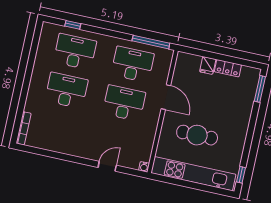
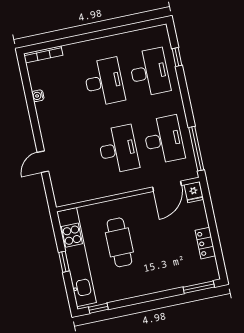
fridge: (208, 65) -> (194, 192), moved, turned -90
door: (166, 97) -> (167, 186), moved
door: (107, 166) -> (43, 162), swing flipped
water cooler: (144, 167) -> (38, 96), moved
window: (193, 185) -> (64, 262), added

